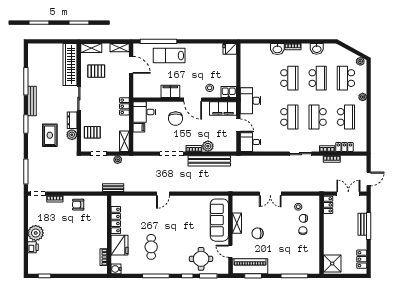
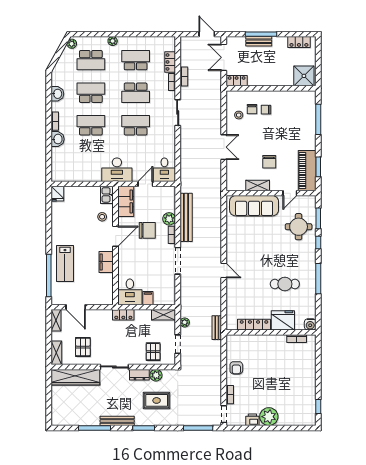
door: (131, 65) -> (76, 307), swing flipped
chair: (176, 119) -> (147, 230), moved
printer: (33, 247) -> (252, 420), moved

